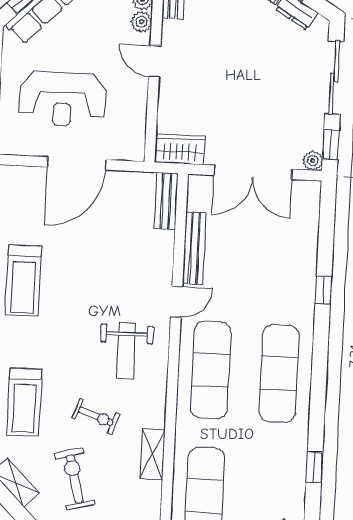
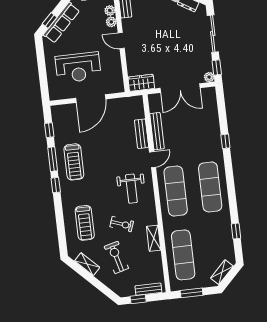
bench: (166, 201) -> (142, 134), moved

